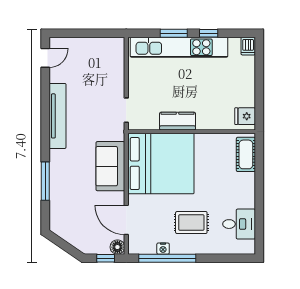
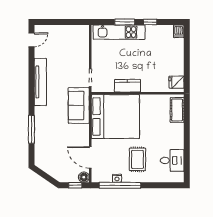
kitchen unit: (179, 47) -> (119, 32), width x0.73
sofa: (110, 166) -> (79, 105), moved
rug: (191, 223) -> (137, 159), turned 90

